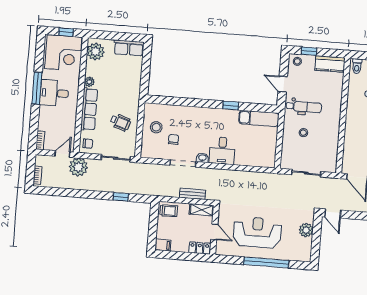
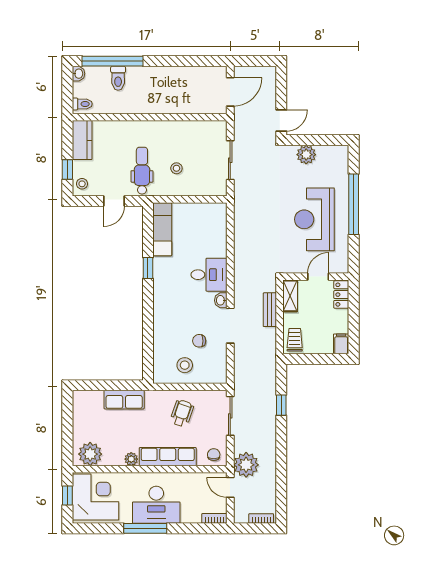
row of seats: (129, 48) -> (124, 400), moved, turned 90
desk: (54, 93) -> (156, 505), width x1.37

